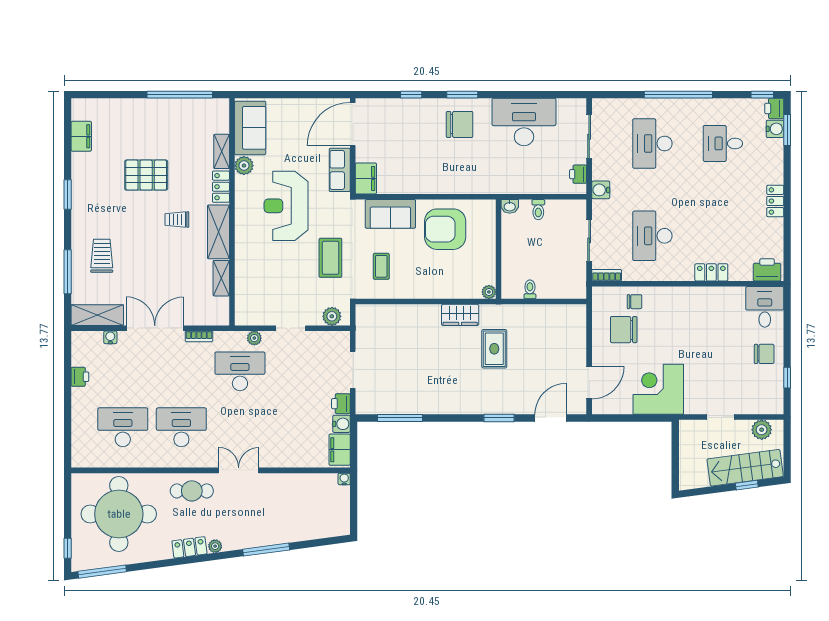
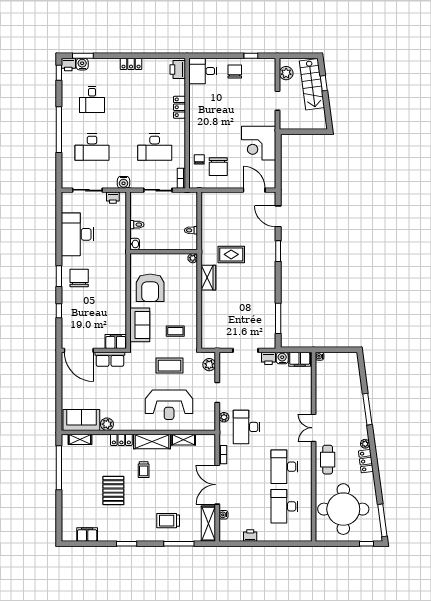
shelving: (222, 151) -> (80, 439), moved
reception desk: (286, 206) -> (169, 405), moved

